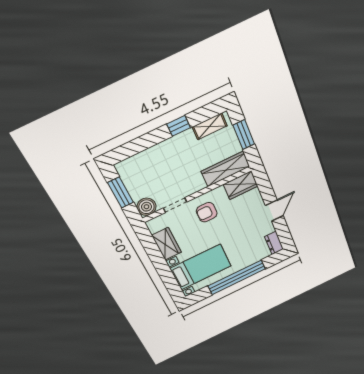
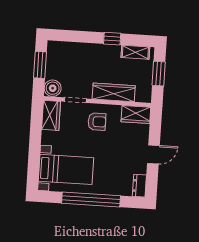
wardrobe: (226, 169) -> (114, 92), moved
armchair: (207, 212) -> (97, 122), turned 180
wardrobe: (167, 244) -> (51, 115), moved

